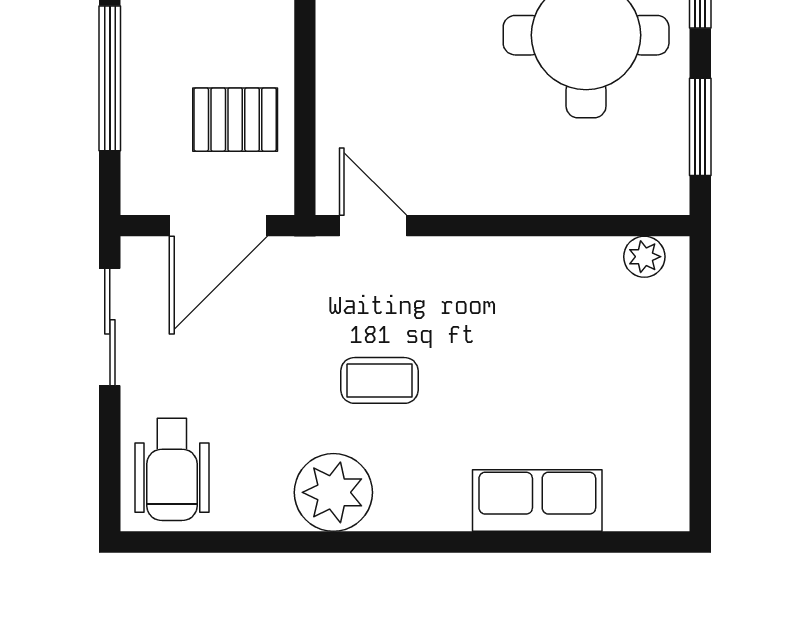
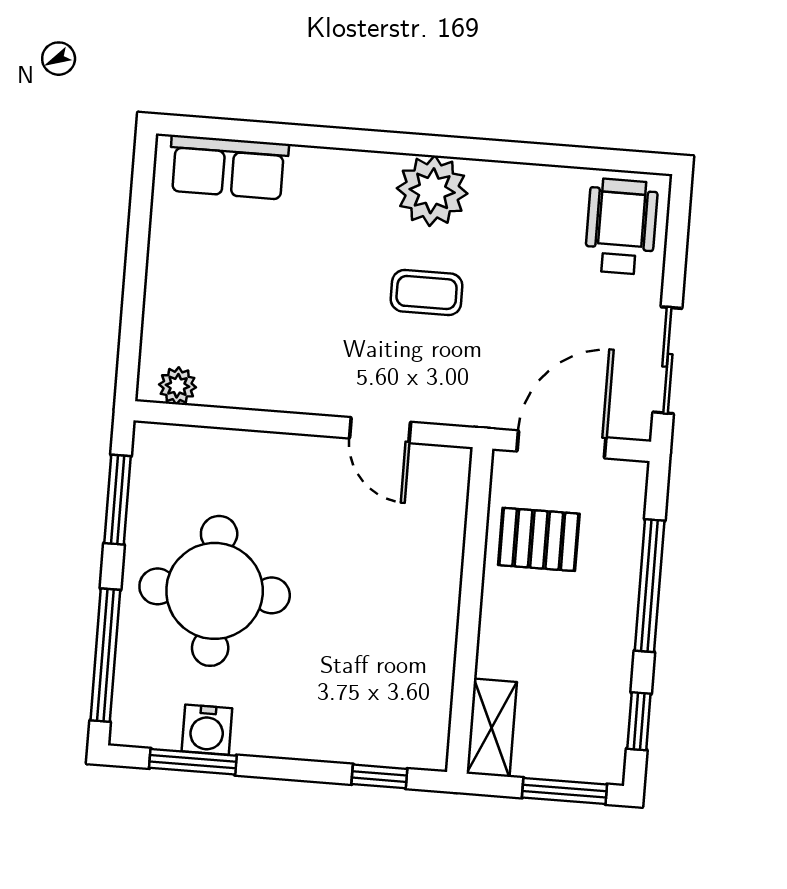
door: (373, 226) -> (380, 430), moved
plant: (333, 492) -> (432, 191), moved
row of seats: (537, 501) -> (228, 167), moved

